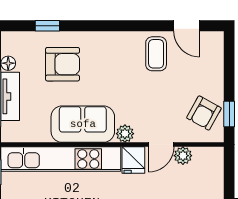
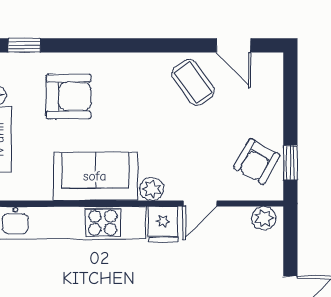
window: (47, 26) -> (24, 45), moved
coffee table: (156, 54) -> (193, 83), turned -36
plant: (183, 156) -> (264, 218), moved

